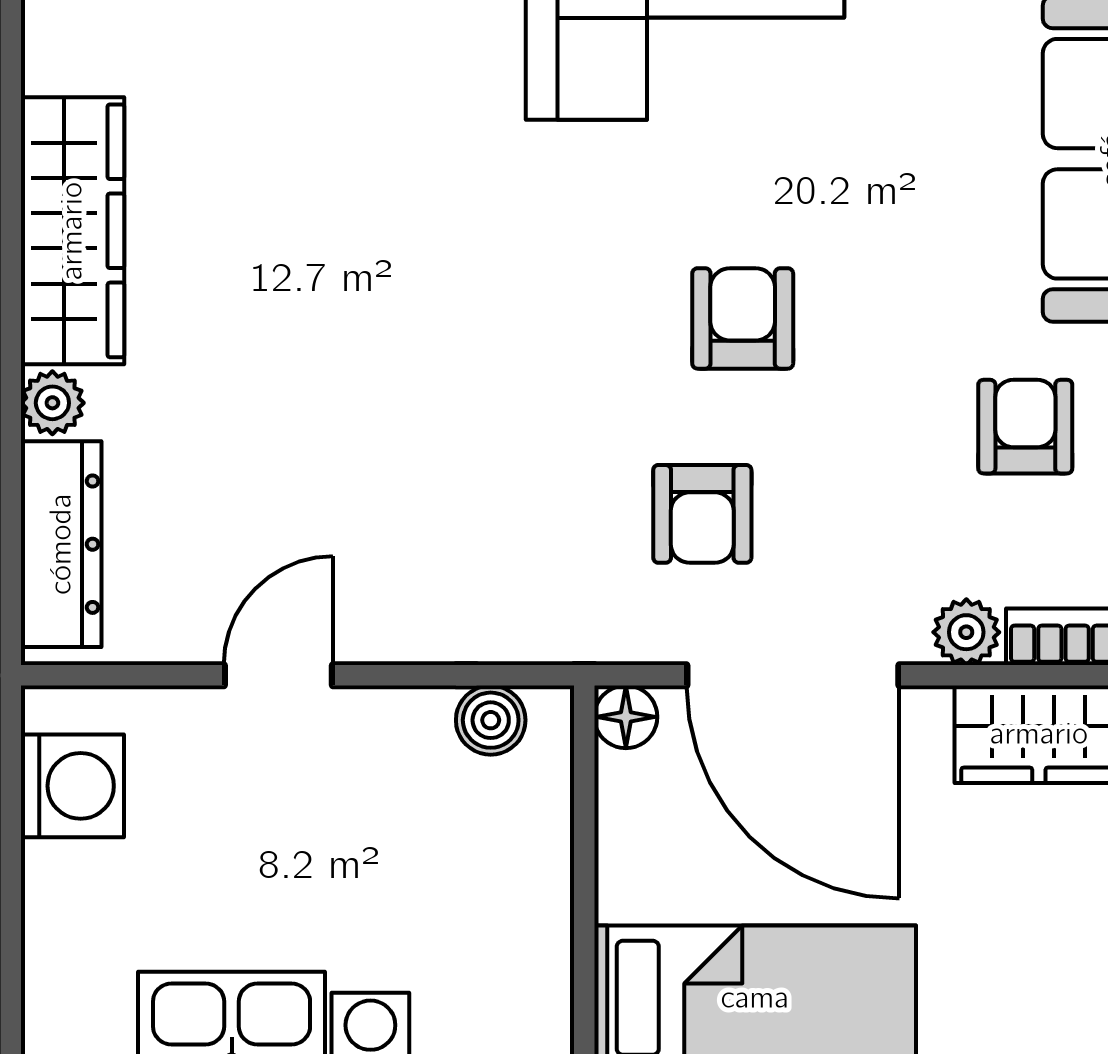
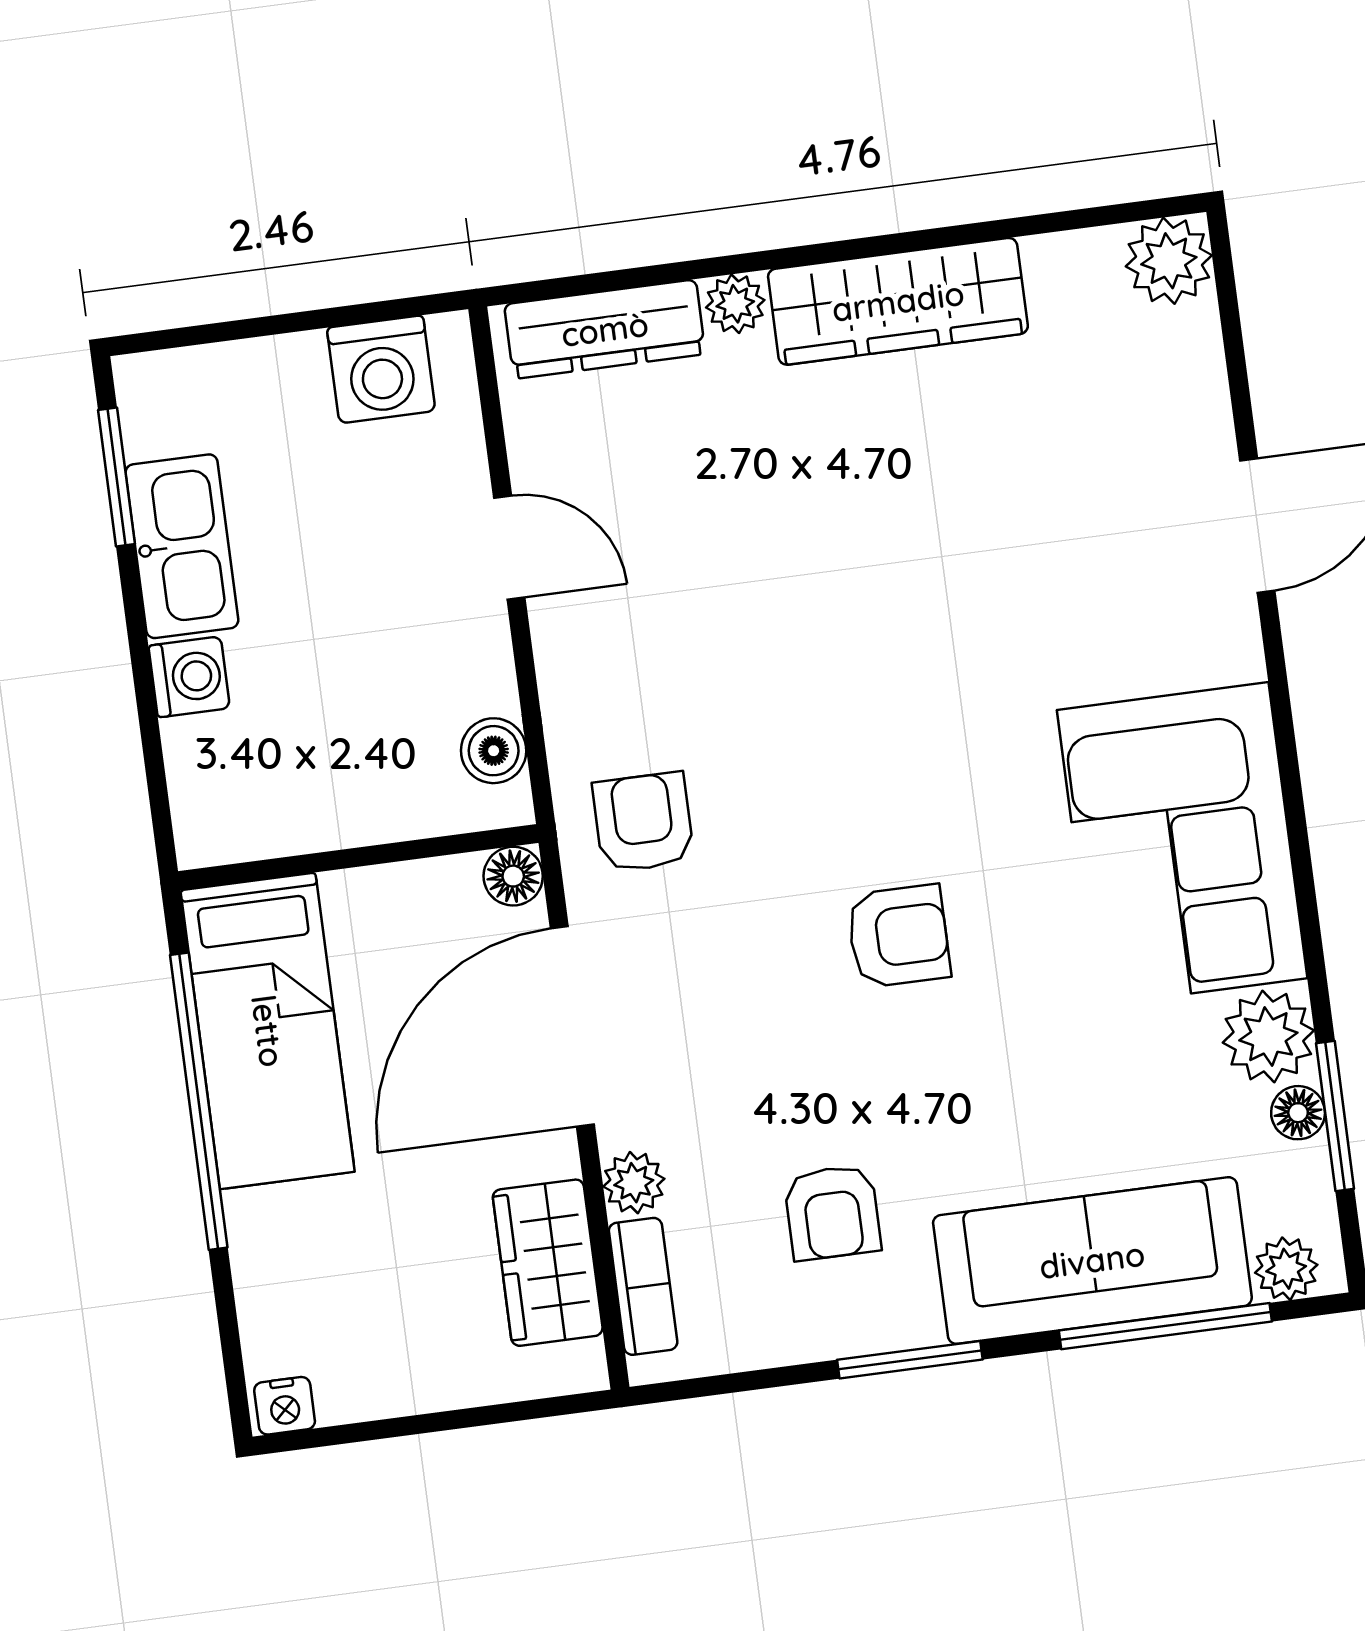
armchair: (1025, 427) -> (832, 1212), turned 90
armchair: (702, 514) -> (643, 822), moved, turned 90

